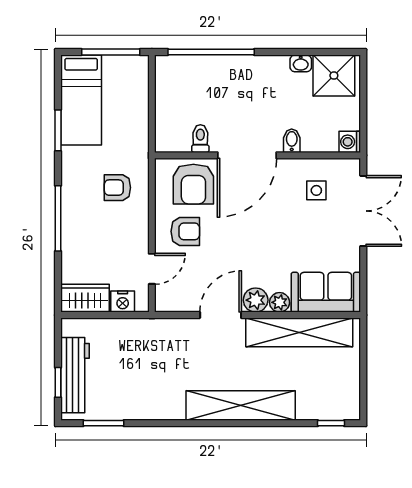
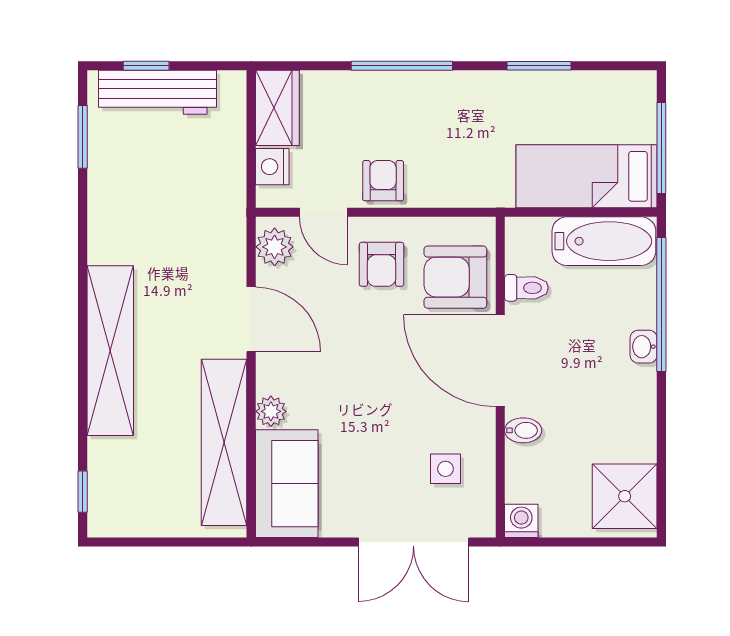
washbasin: (301, 63) -> (644, 347), moved
bathtub: (170, 89) -> (604, 241), added
bed: (81, 100) -> (587, 176), moved
armchair: (117, 188) -> (383, 181), moved
plant: (256, 300) -> (275, 247), moved

